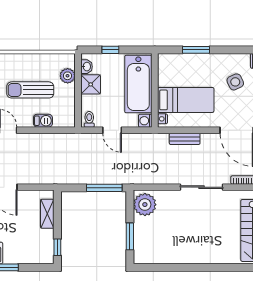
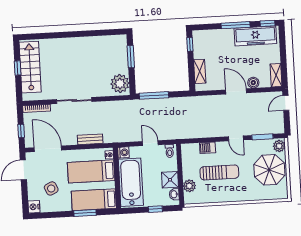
bed: (184, 65) -> (94, 200), added

